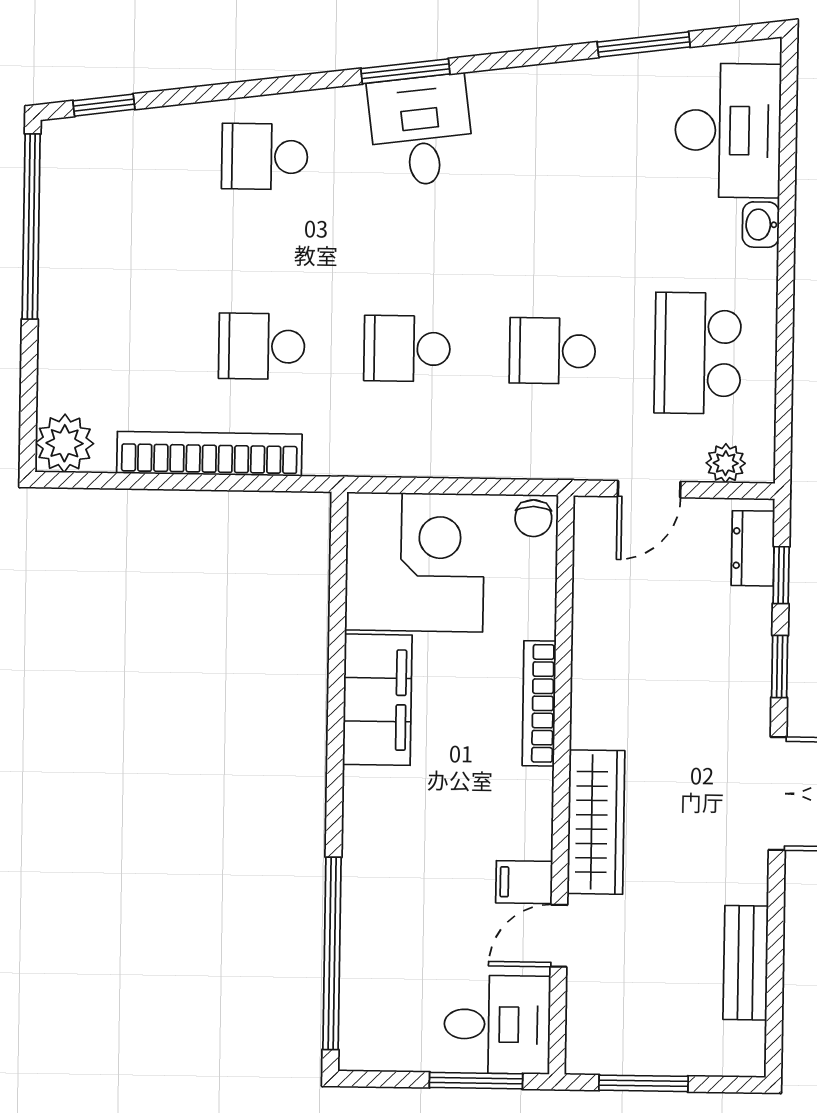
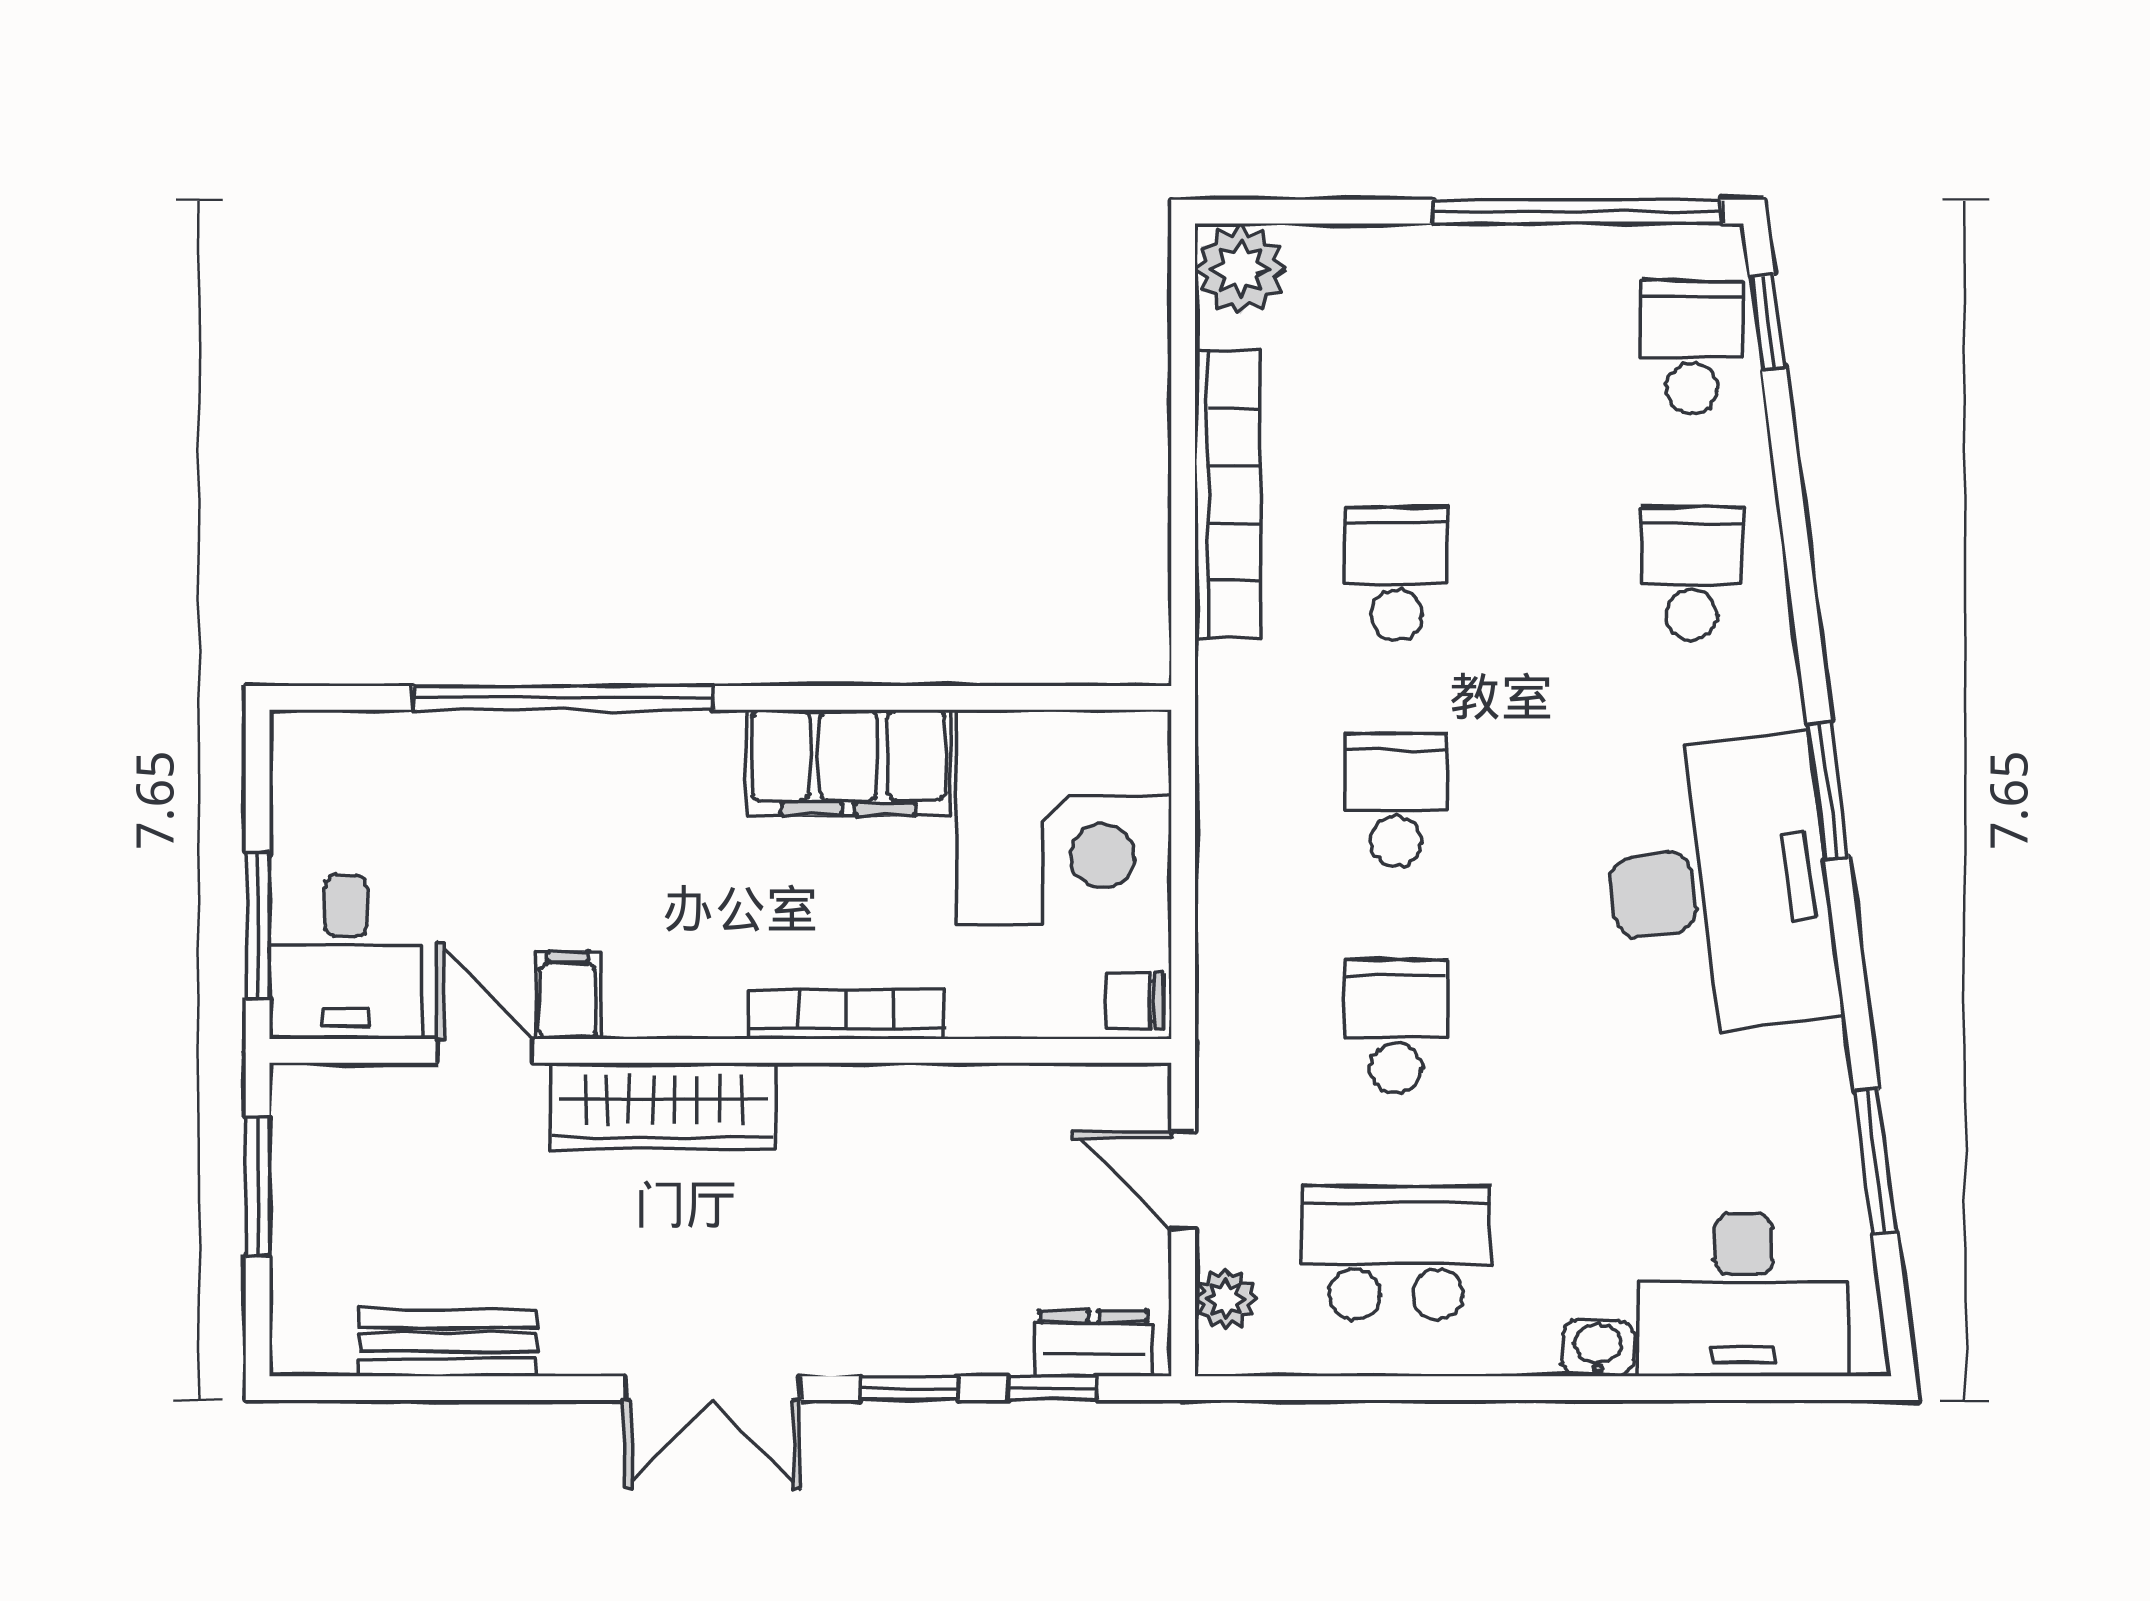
desk: (421, 131) -> (1720, 886), width x1.87, depth x1.30
school desk: (119, 154) -> (1692, 347), added
window: (332, 953) -> (563, 698), moved

